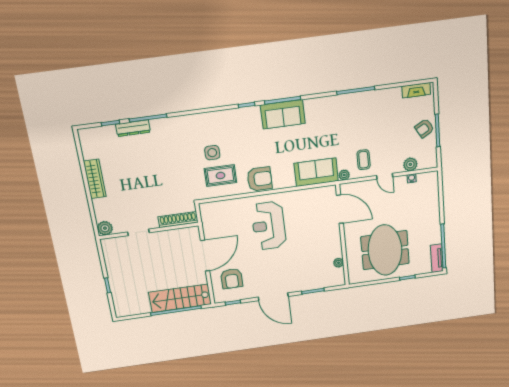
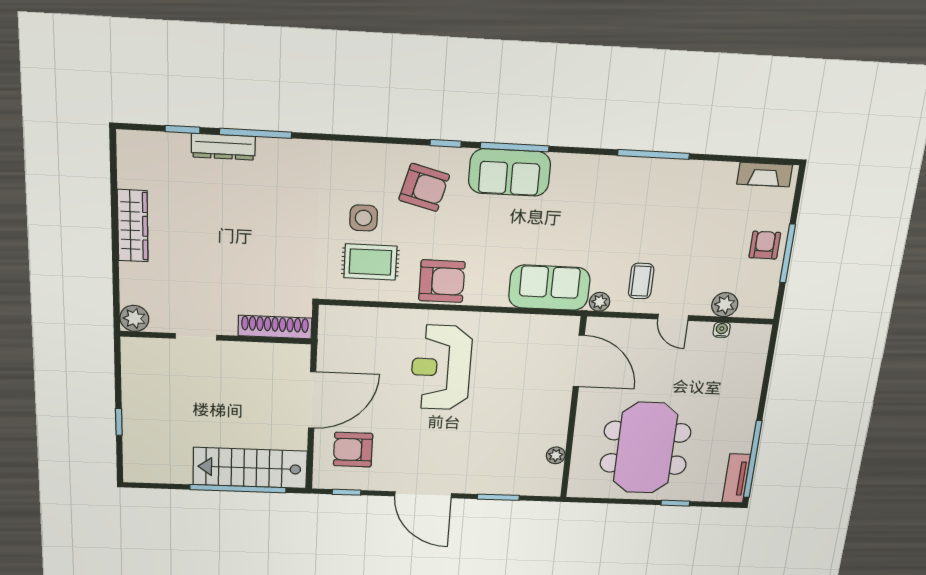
armchair: (424, 128) -> (765, 245), turned 120
armchair: (240, 130) -> (424, 187), added
armchair: (232, 279) -> (353, 450), turned 90

